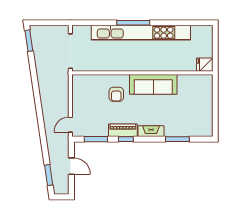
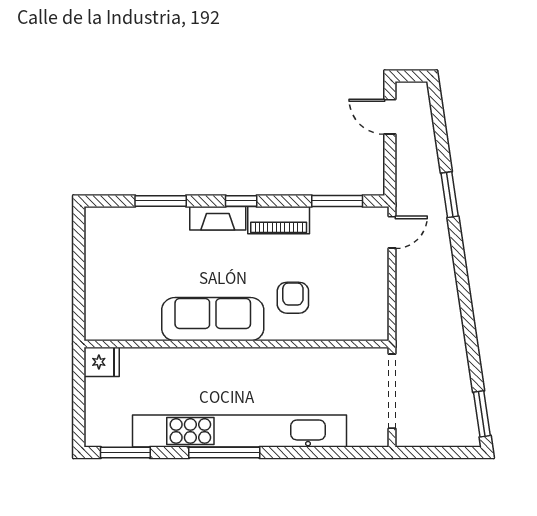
window: (133, 23) -> (224, 452), moved
window: (194, 23) -> (125, 452), added
window: (126, 139) -> (241, 201), moved
door: (71, 166) -> (390, 117), moved
window: (49, 175) -> (450, 195), moved

